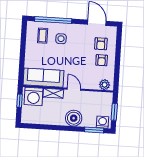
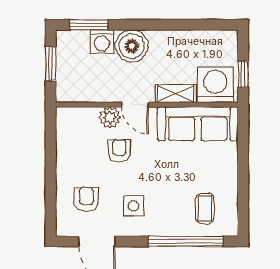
side table: (61, 39) -> (134, 206), moved
armchair: (102, 60) -> (119, 151), moved
plant: (105, 85) -> (110, 117), moved
washing machine: (103, 122) -> (102, 42), moved

